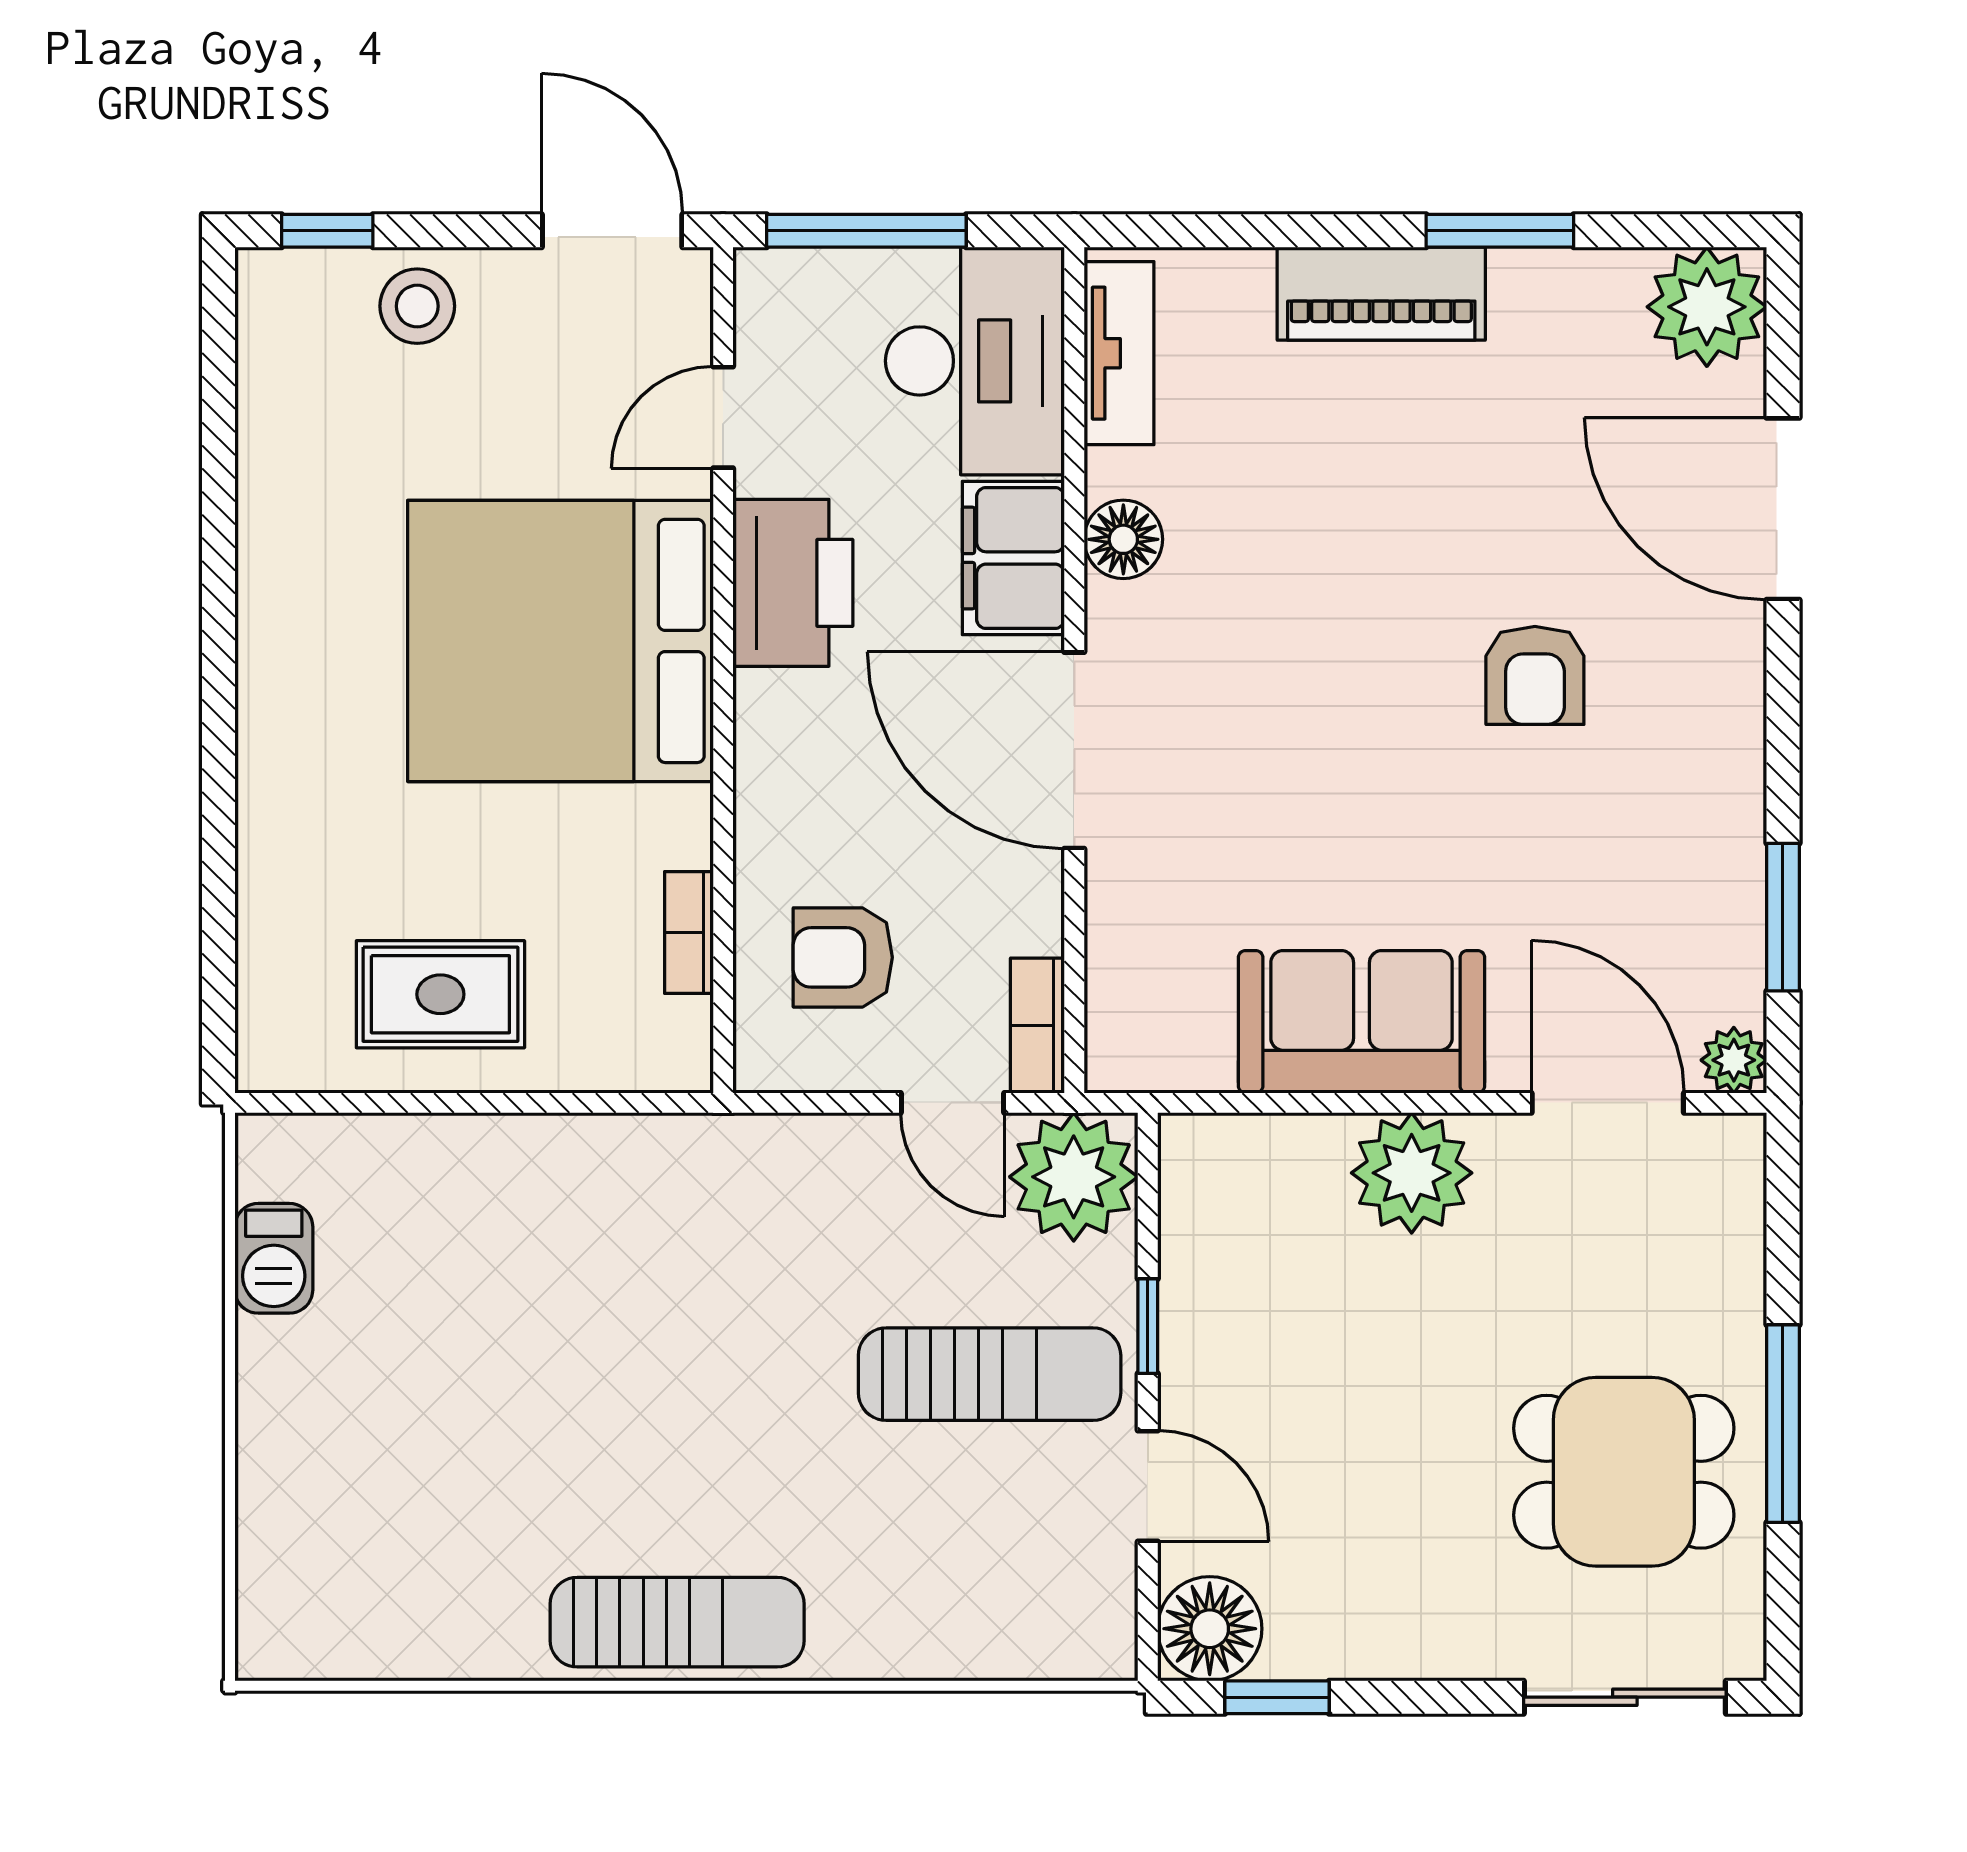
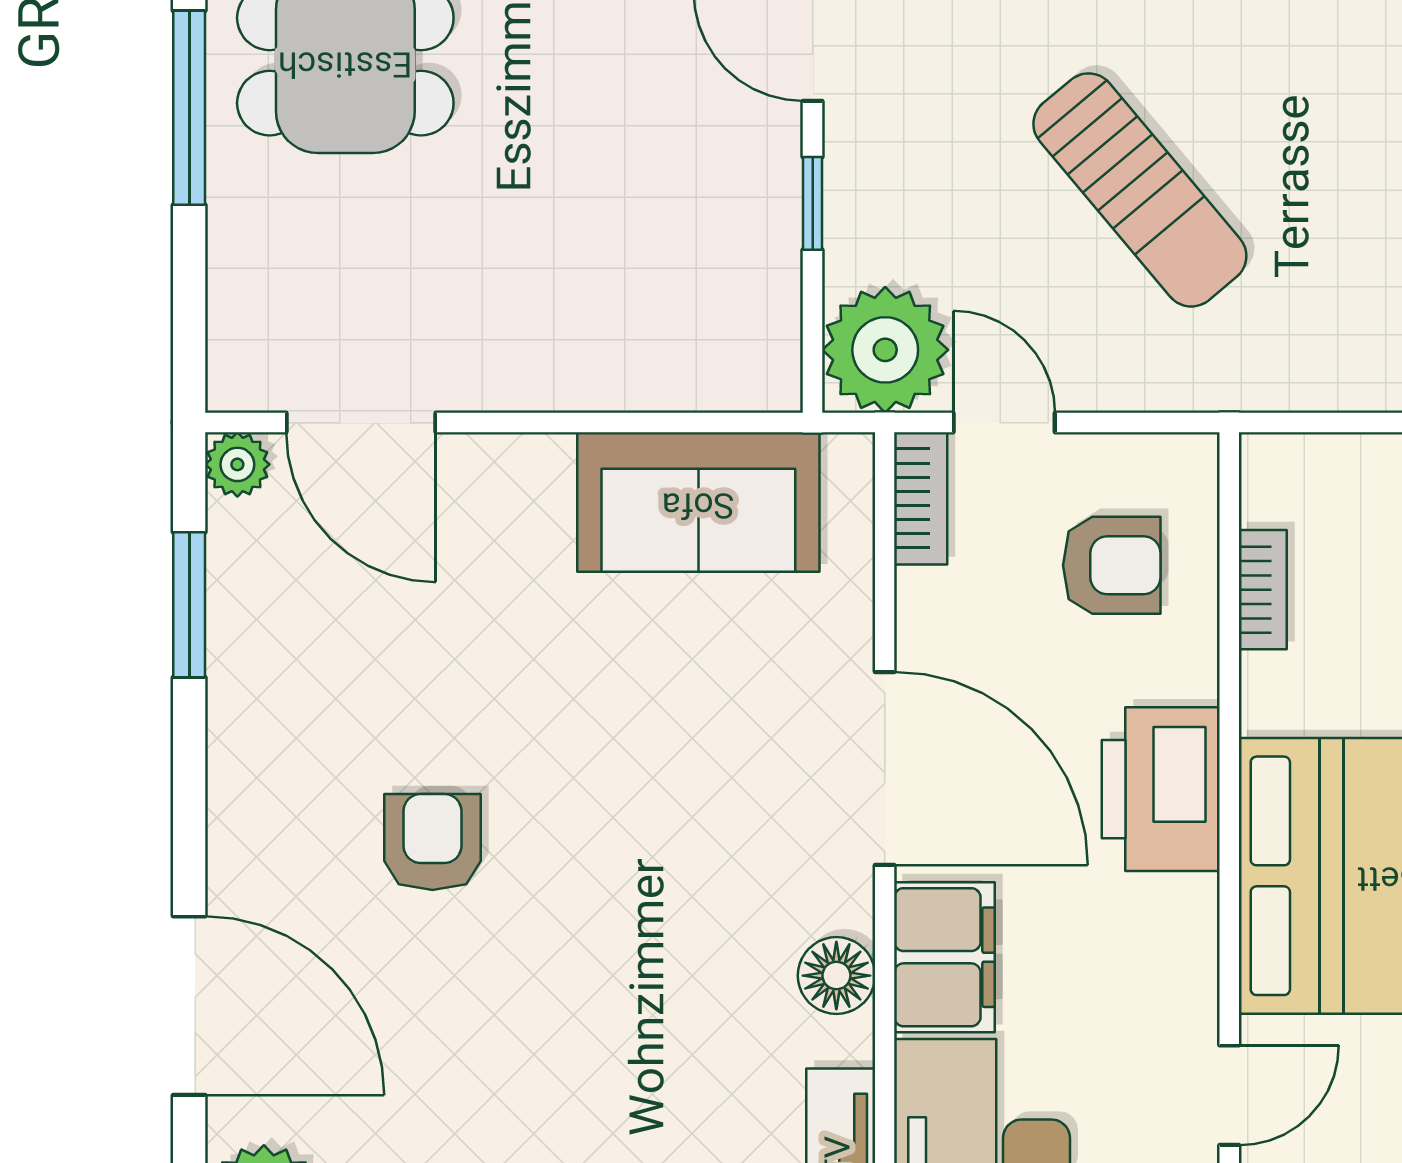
printer: (793, 583) -> (1161, 789), moved
sofa: (1361, 1022) -> (698, 502), moved
plant: (1412, 1173) -> (554, 354), removed
sun lounger: (990, 1374) -> (1140, 190), moved, turned -130

